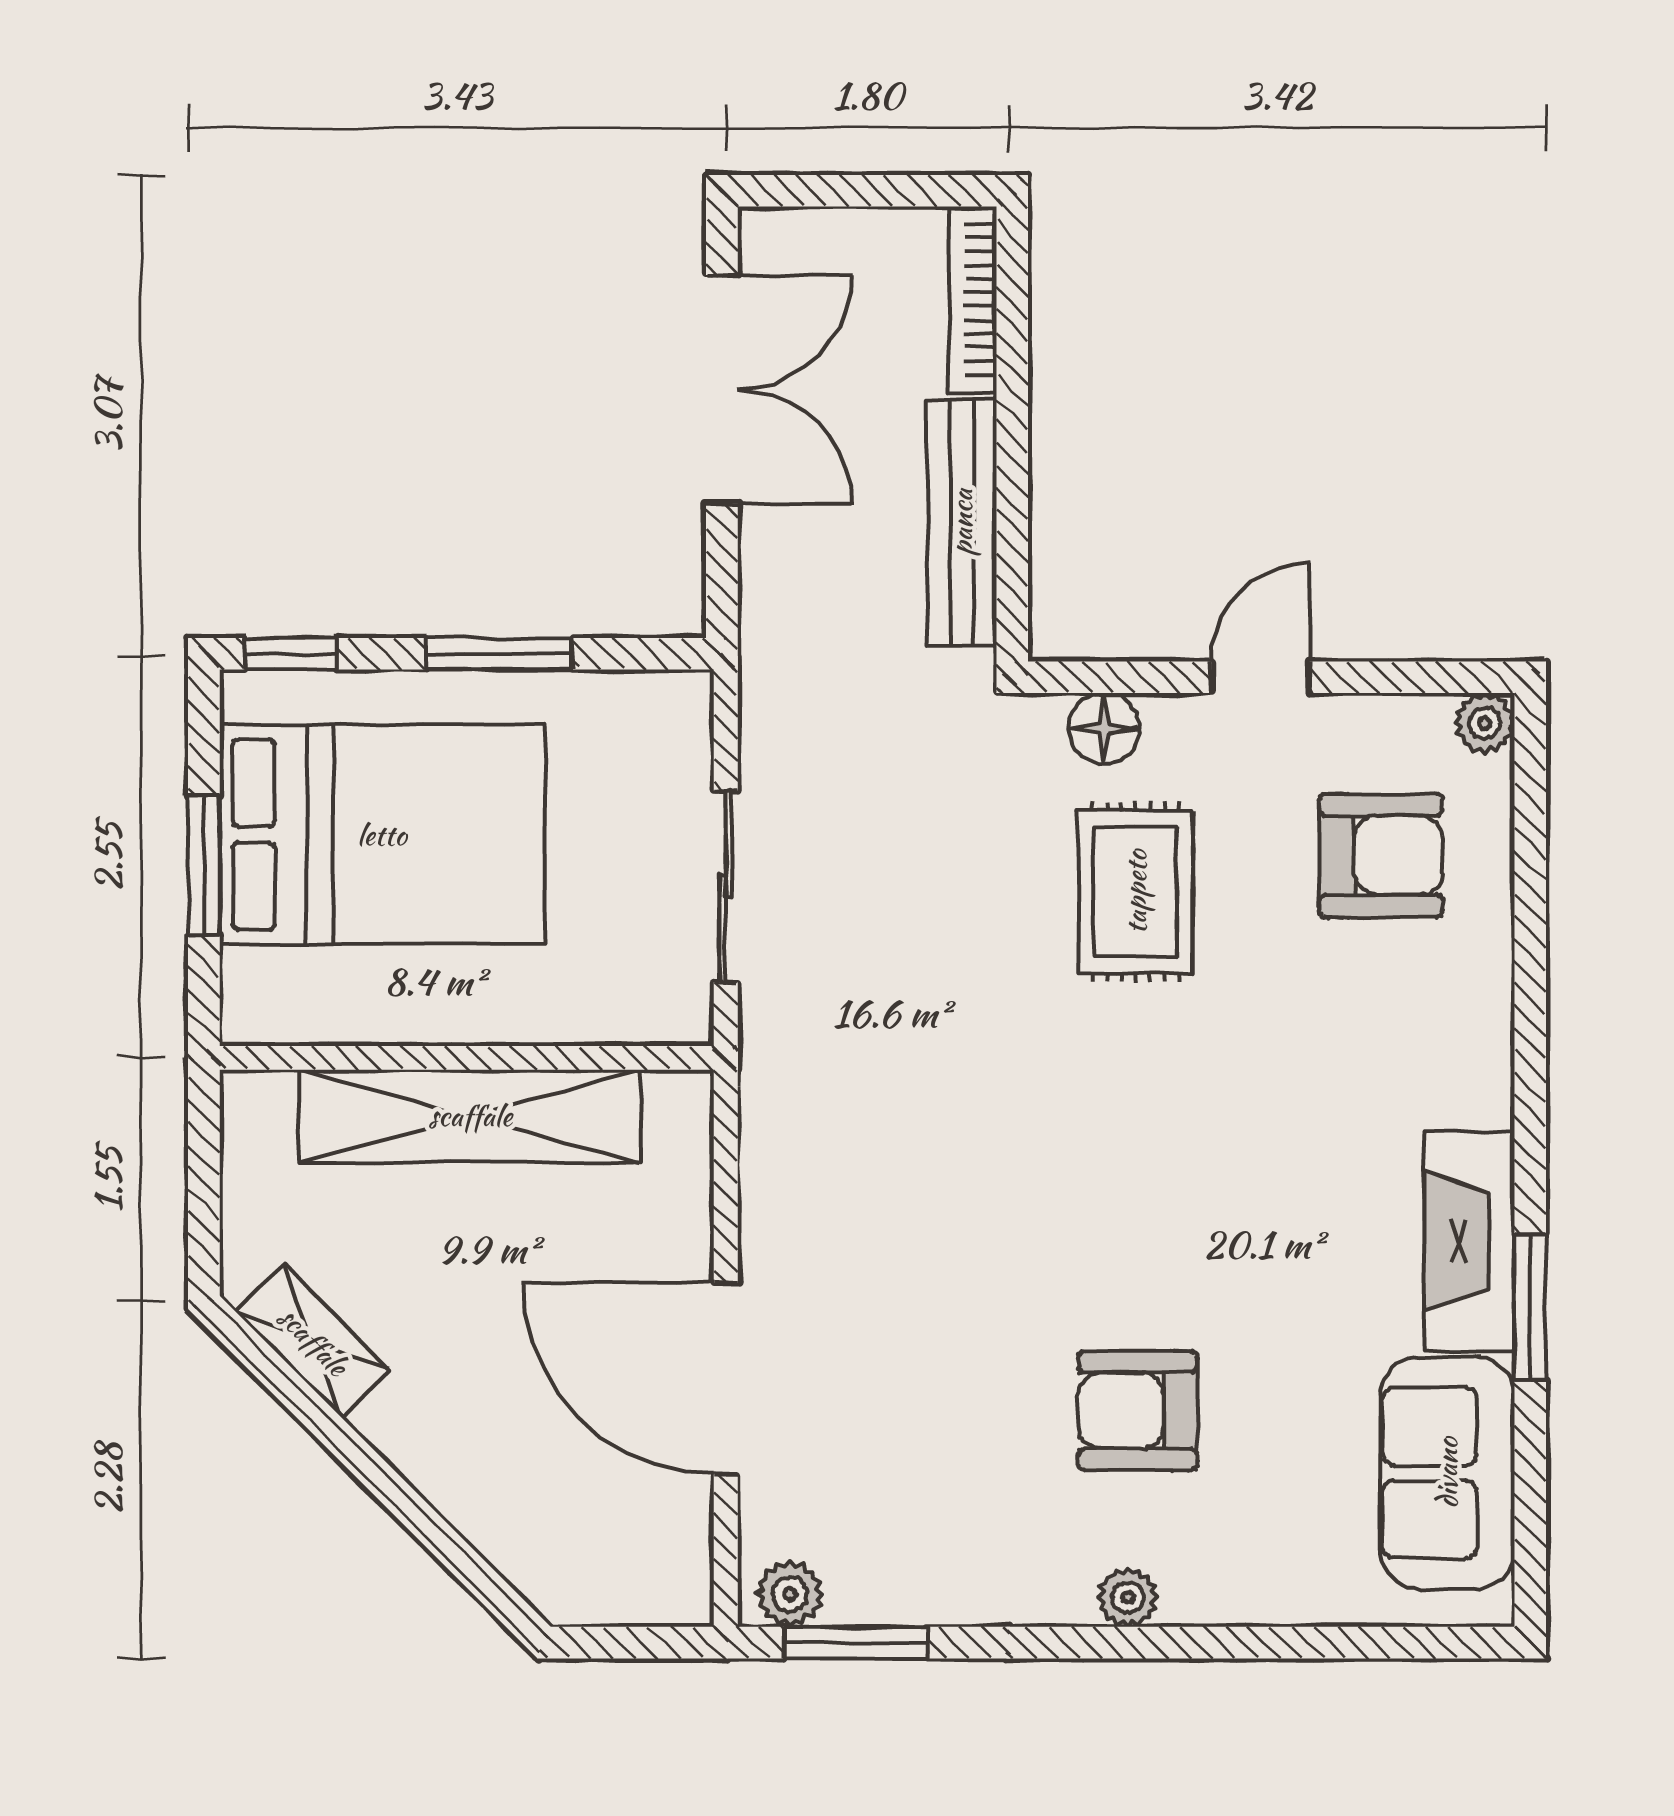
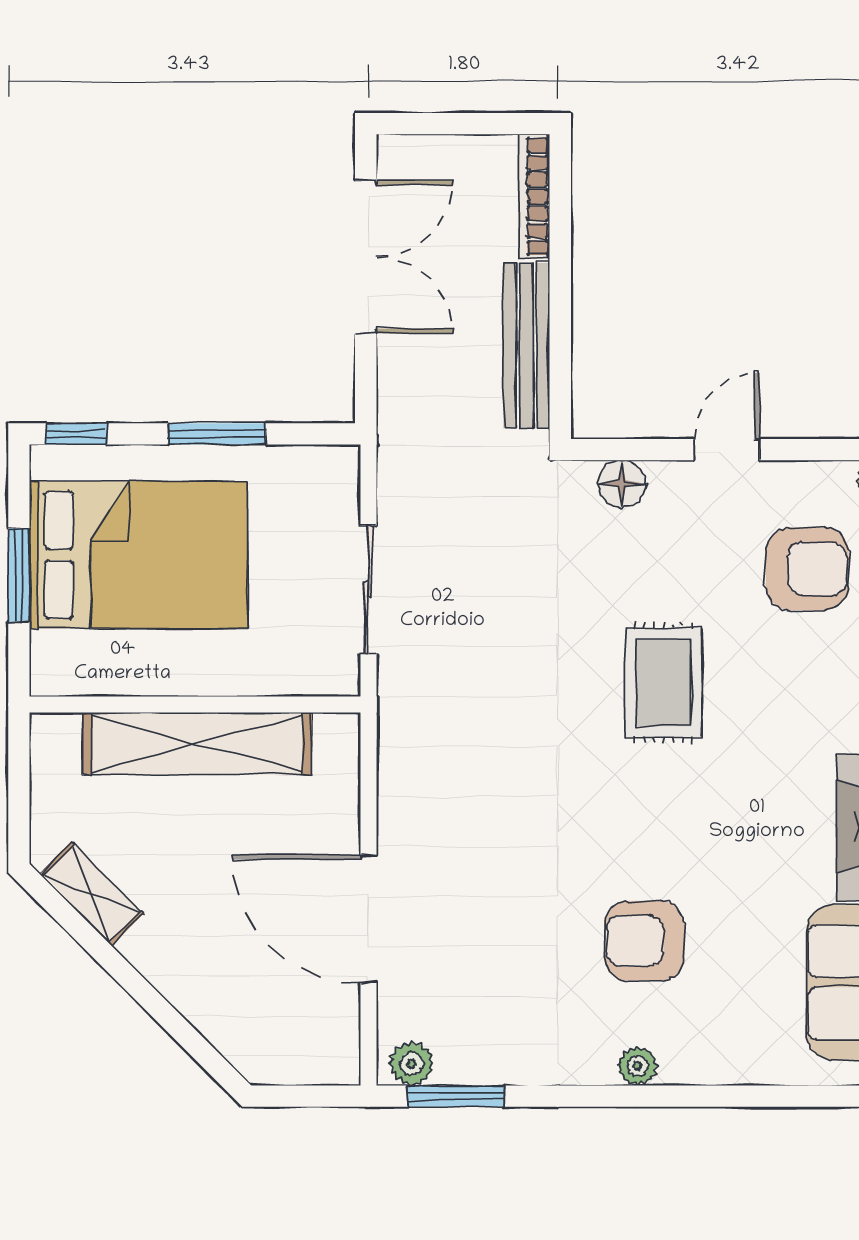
rug: (1136, 892) -> (664, 683), moved

